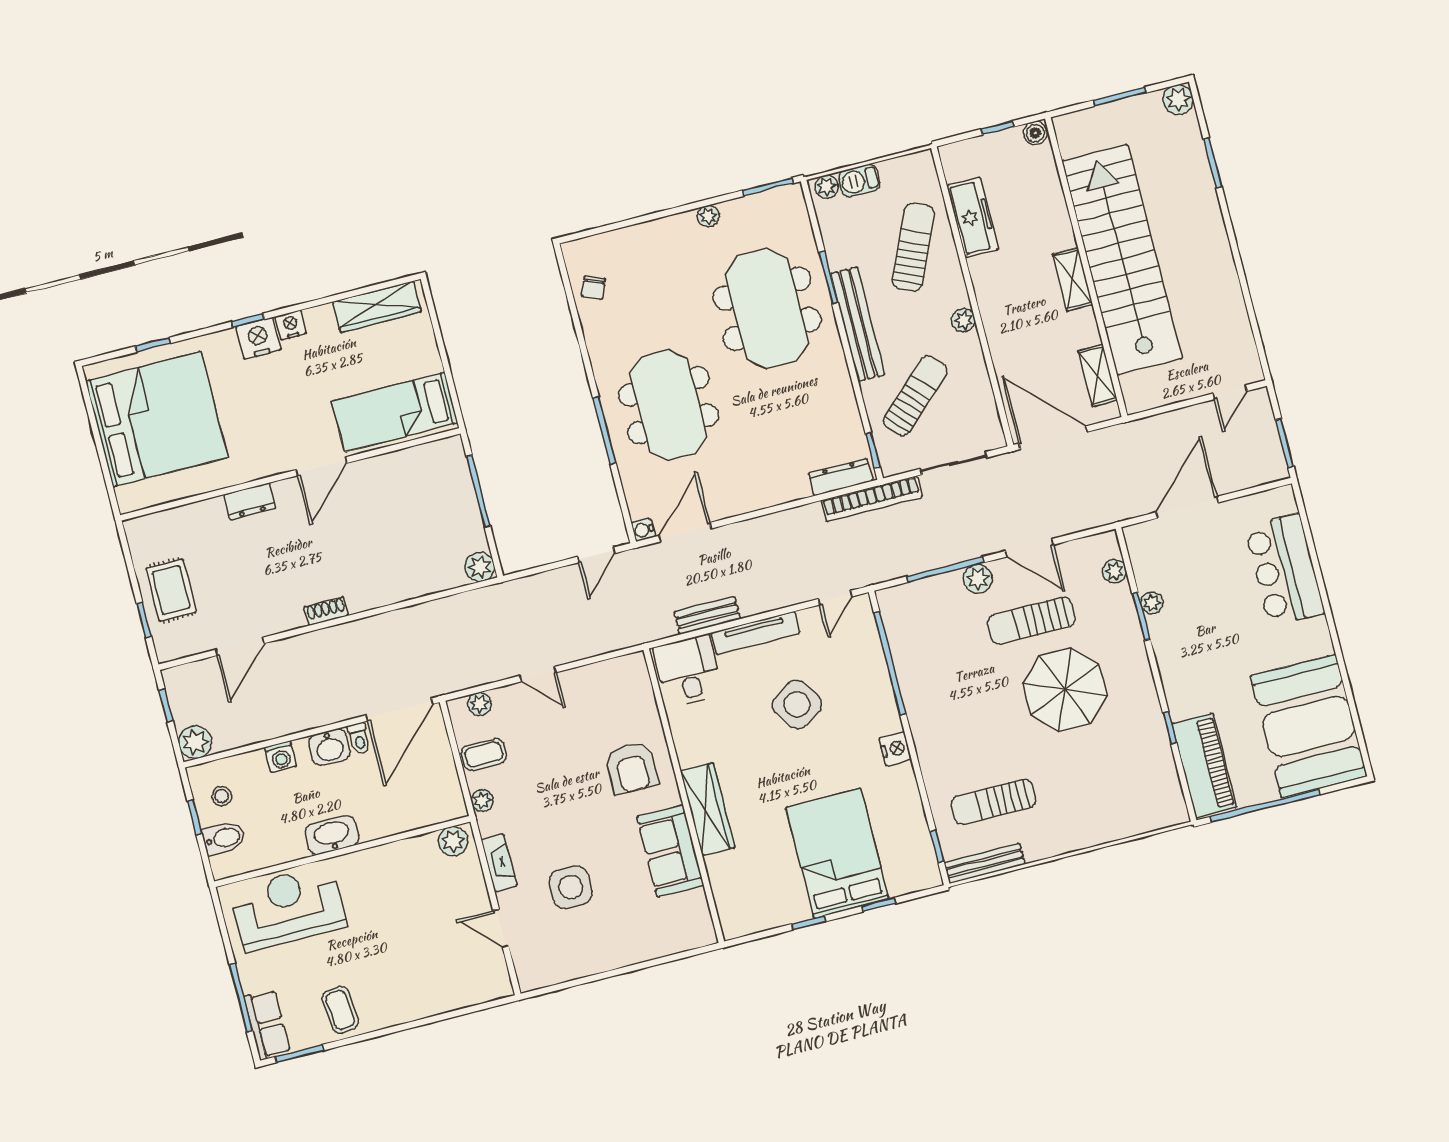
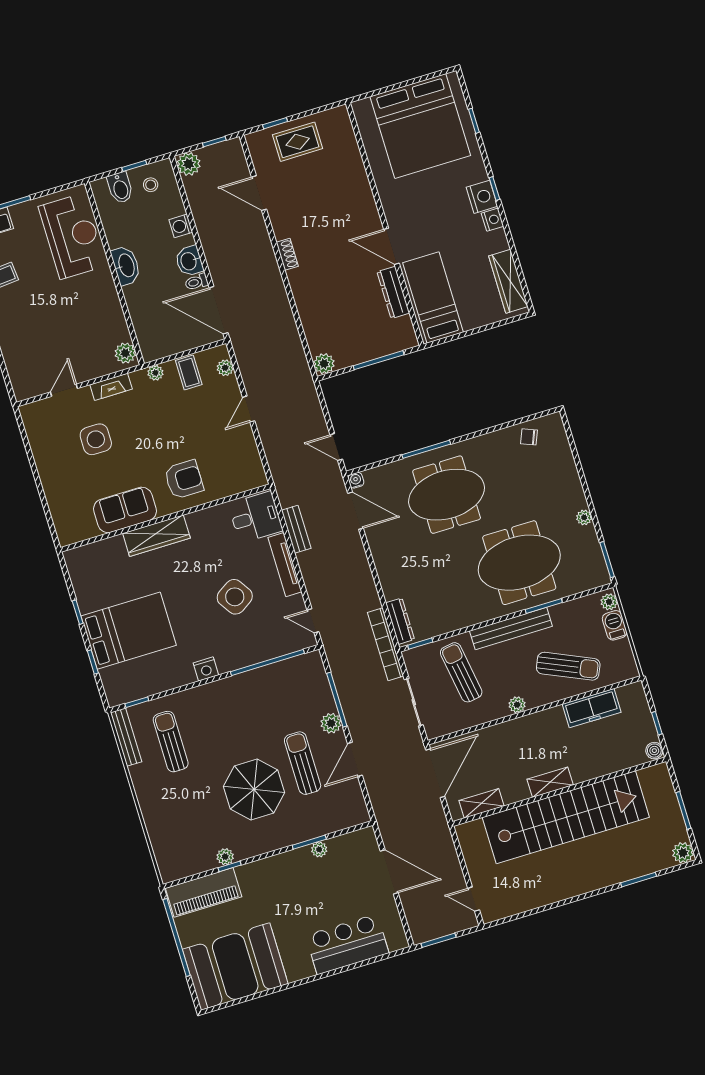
sun lounger: (915, 396) -> (461, 672), turned -146
dresser: (250, 501) -> (393, 292), moved, width x1.44
plant: (1114, 571) -> (225, 857), moved
armchair: (631, 768) -> (184, 479), turned 180

